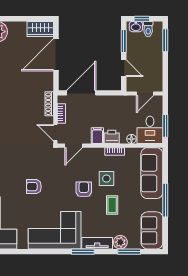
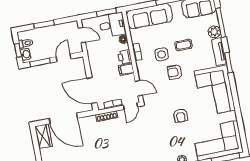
window: (165, 40) -> (44, 24), moved
window: (129, 252) -> (221, 23), width x1.44

